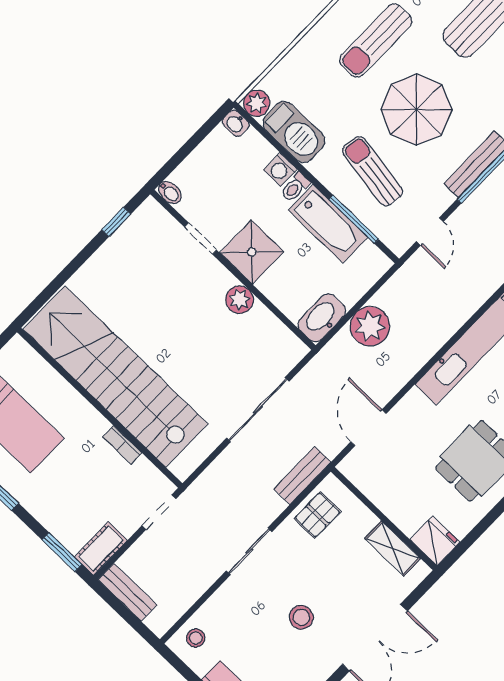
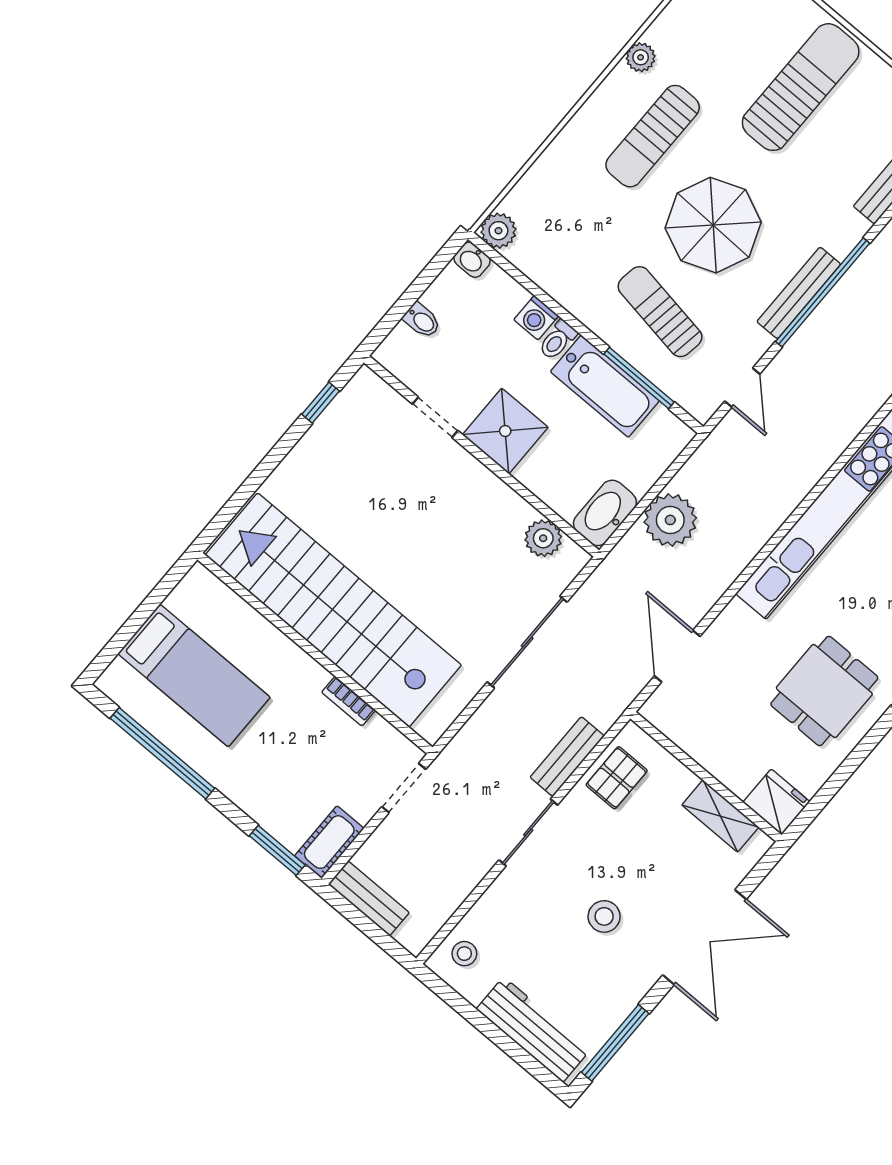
barbecue: (294, 132) -> (551, 266), removed
bidet: (170, 192) -> (422, 320), moved
plant: (240, 300) -> (543, 538), moved
bench: (302, 476) -> (567, 757), moved

